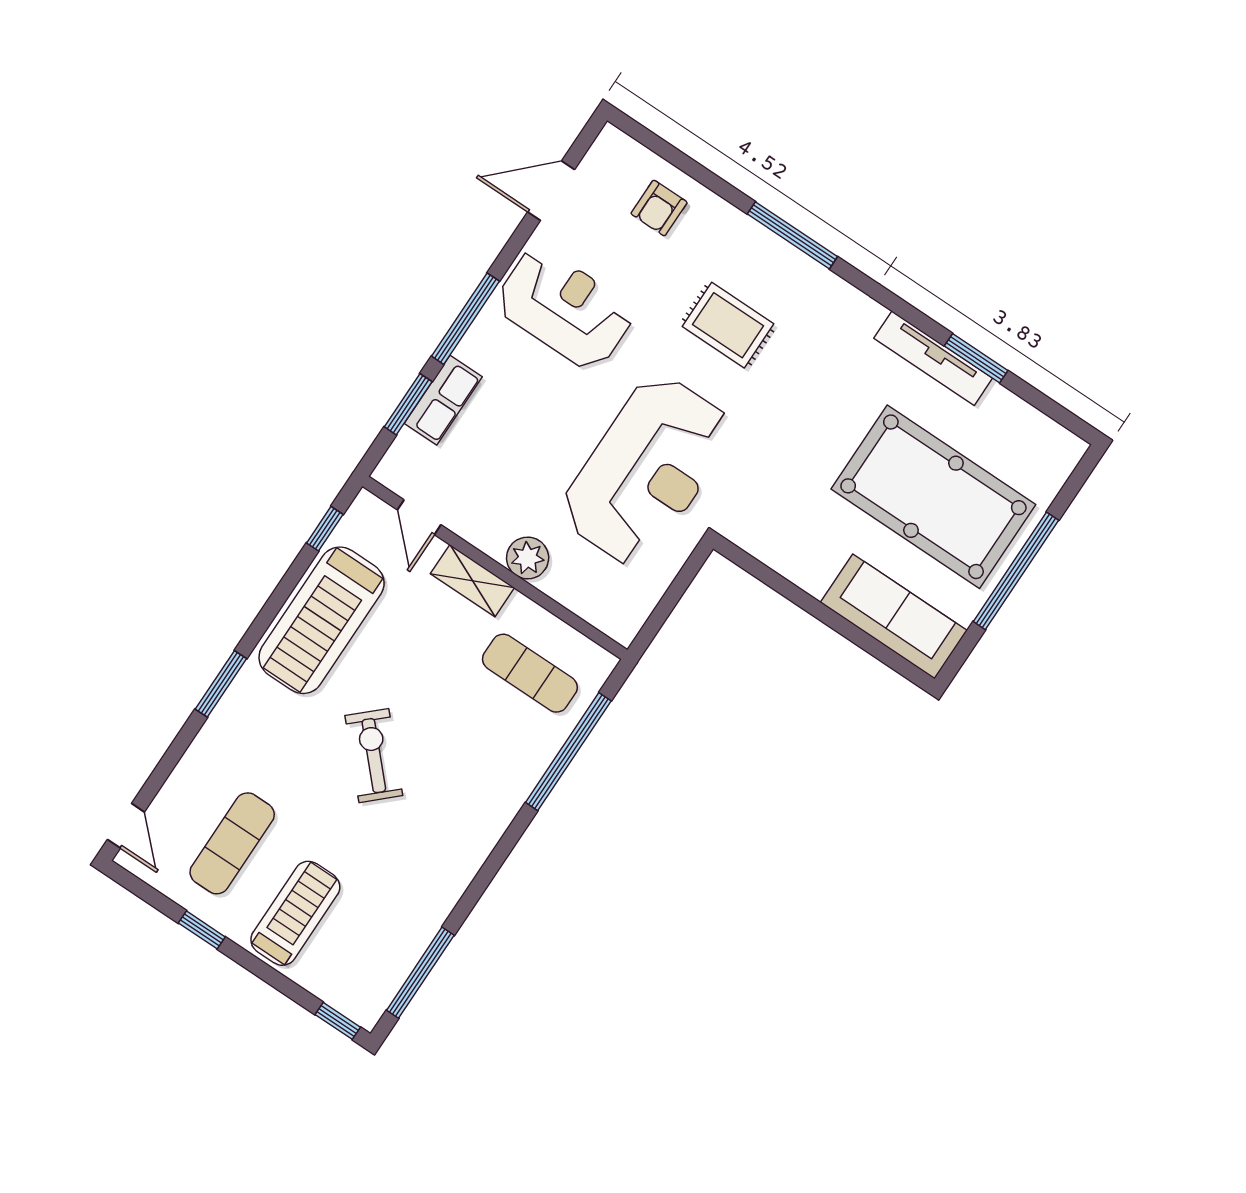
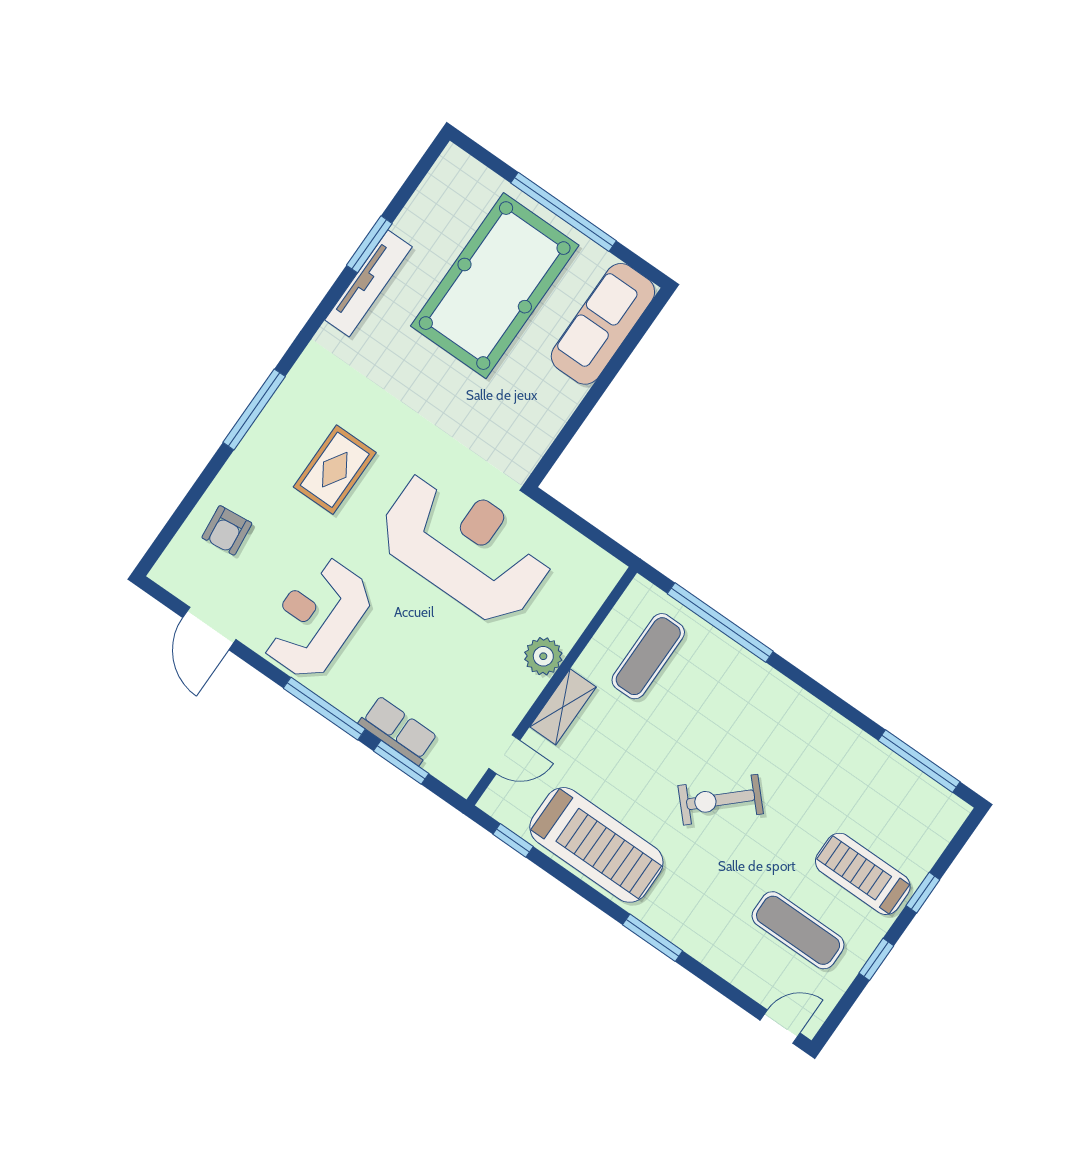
armchair: (659, 208) -> (227, 530), turned 84
window: (338, 1021) -> (923, 893), moved

